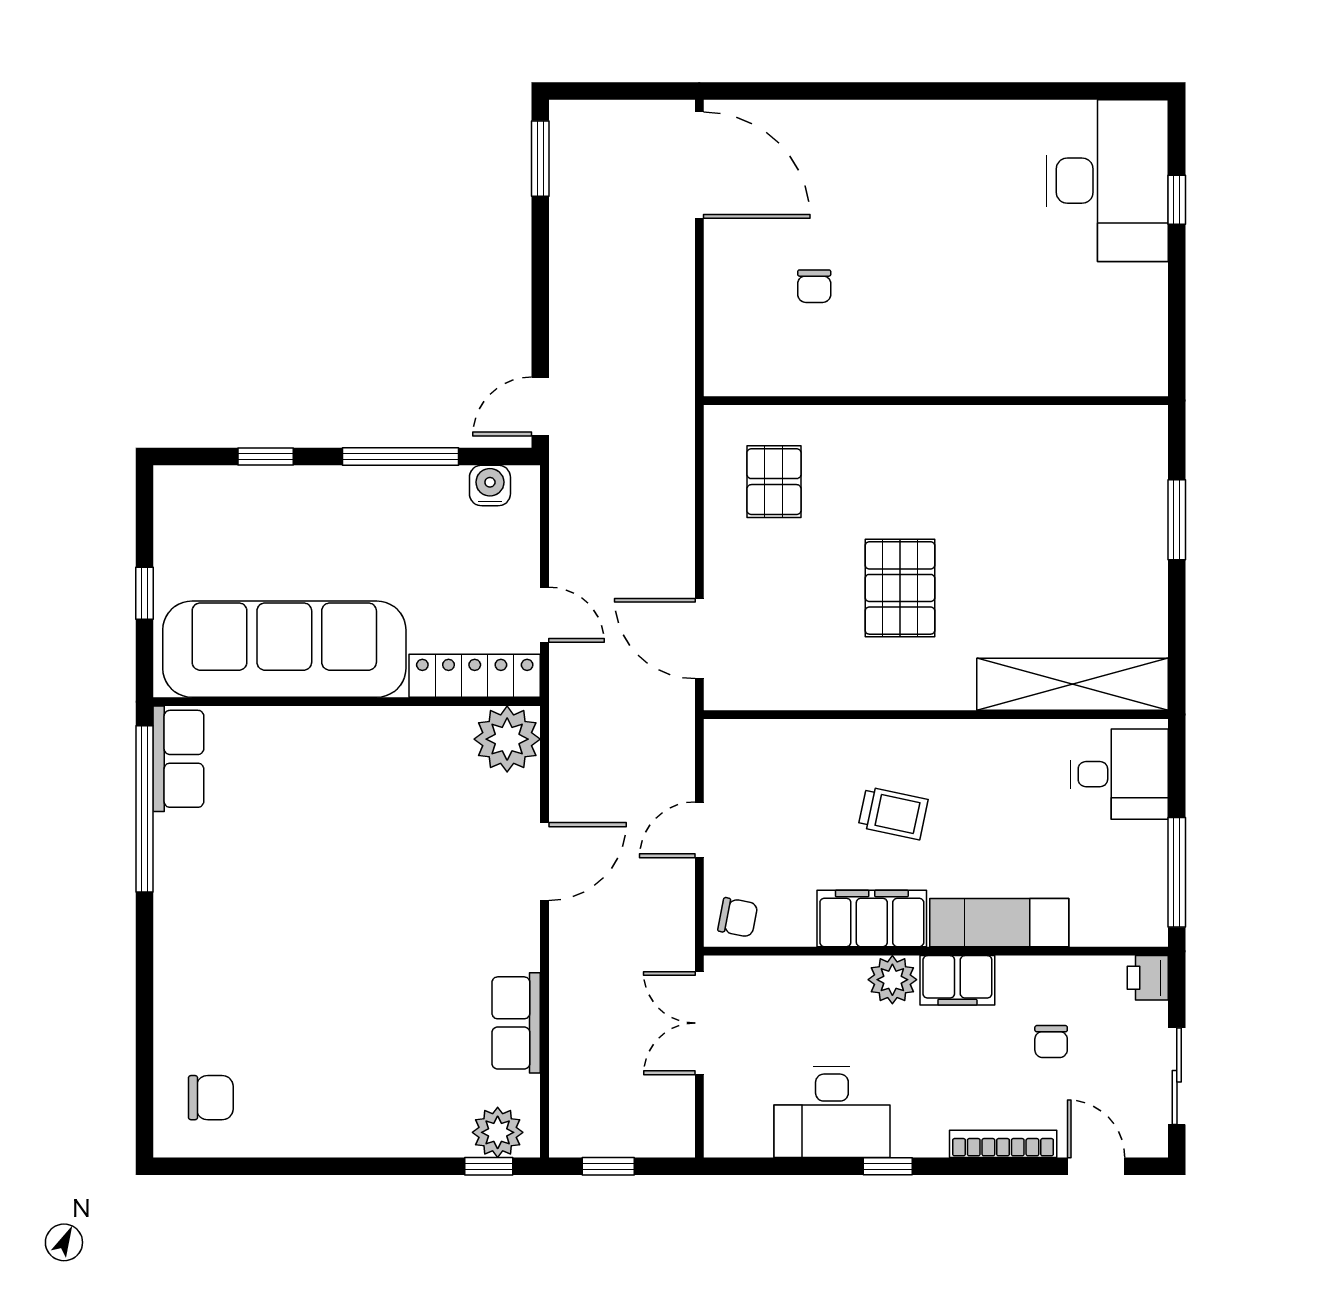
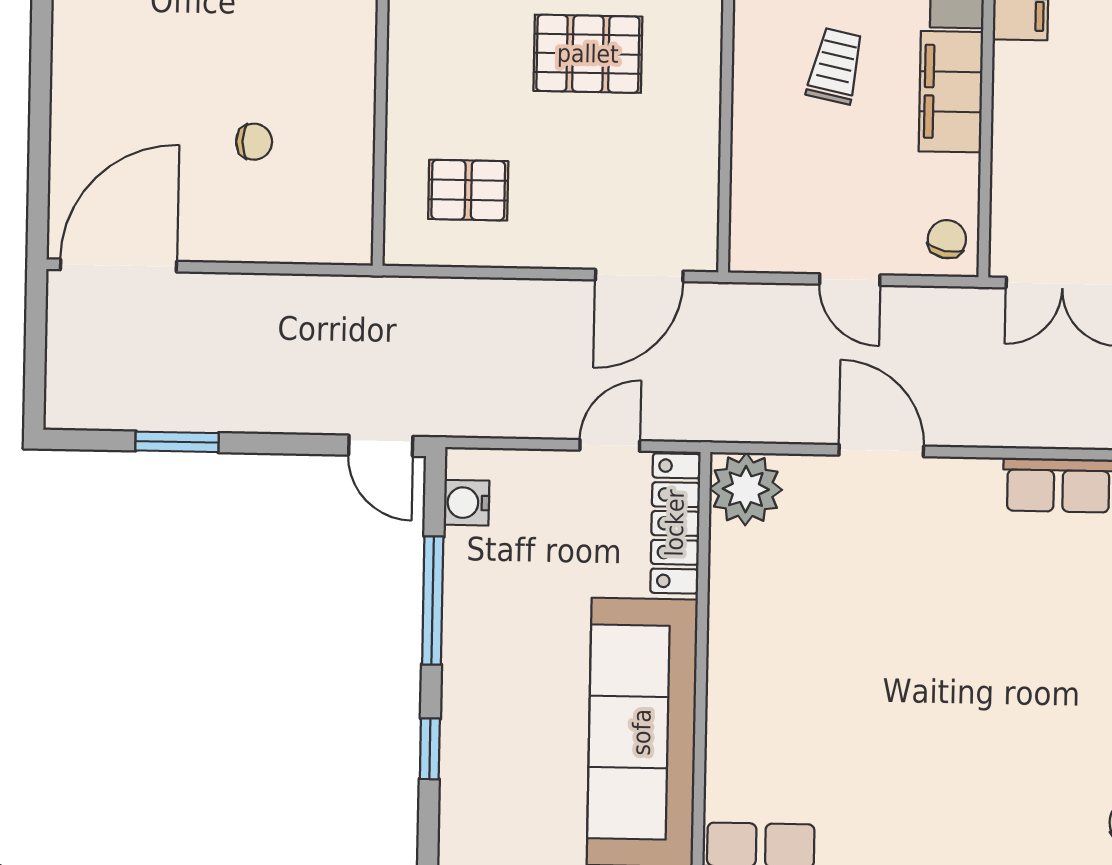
window: (540, 159) -> (177, 442), moved
plant: (892, 980) -> (1019, 70), removed

